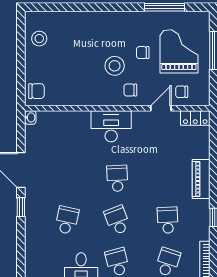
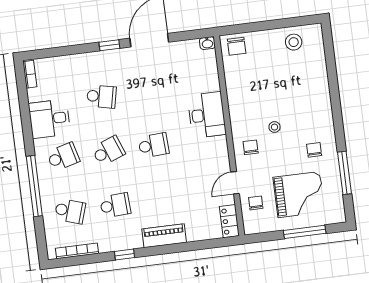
chair: (143, 53) -> (314, 150), moved
stool: (115, 66) -> (274, 127), width x0.53, depth x0.53
door: (161, 108) -> (235, 183), swing flipped
desk: (111, 126) -> (207, 115), moved

